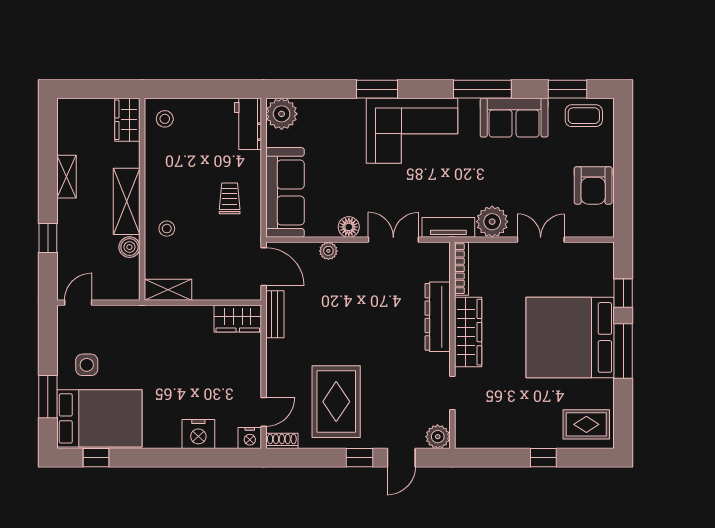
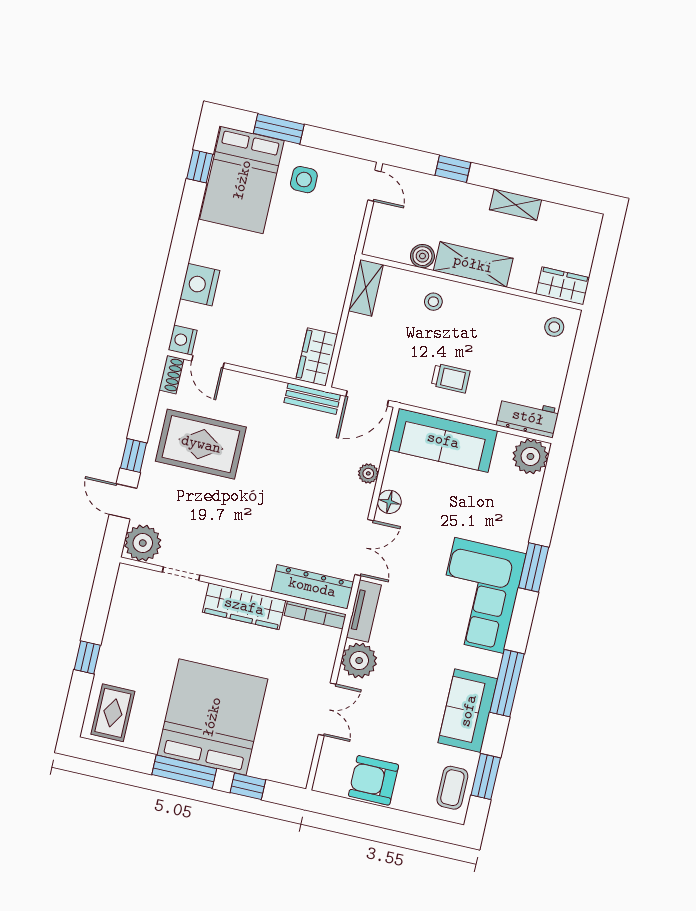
dresser: (438, 317) -> (312, 587), moved
plant: (438, 437) -> (143, 543), width x1.36, depth x1.36

